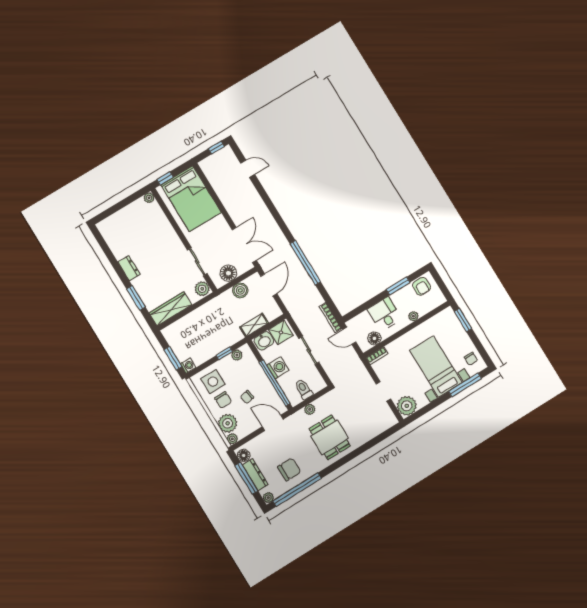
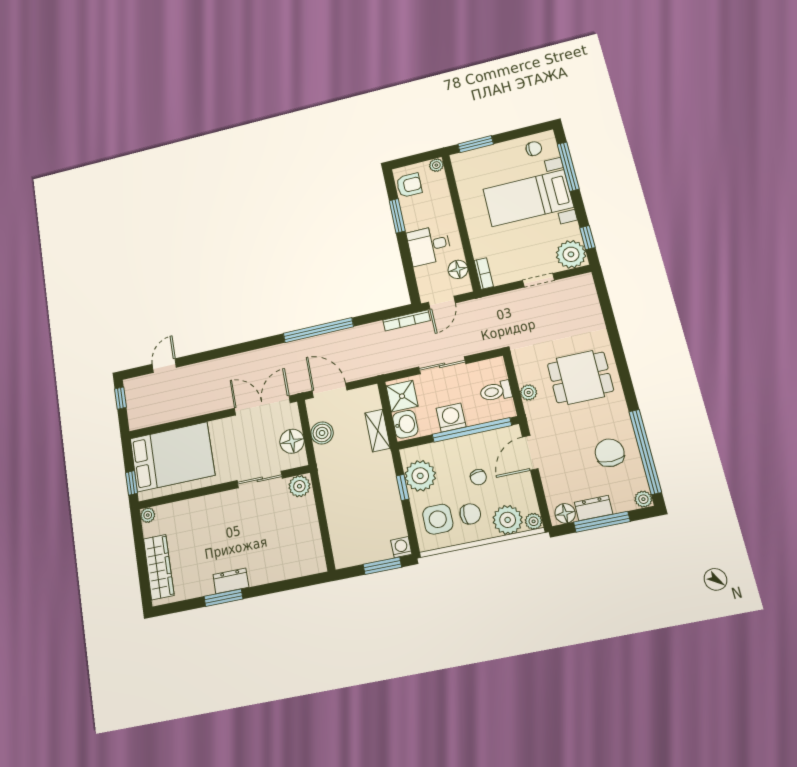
window: (136, 298) -> (223, 598), moved
wardrobe: (170, 309) -> (159, 567), moved, turned 180
plant: (413, 316) -> (436, 165), moved
plant: (237, 355) -> (420, 476), width x1.88, depth x1.88
window: (421, 412) -> (587, 238), added
dresser: (255, 475) -> (594, 508), width x0.70

